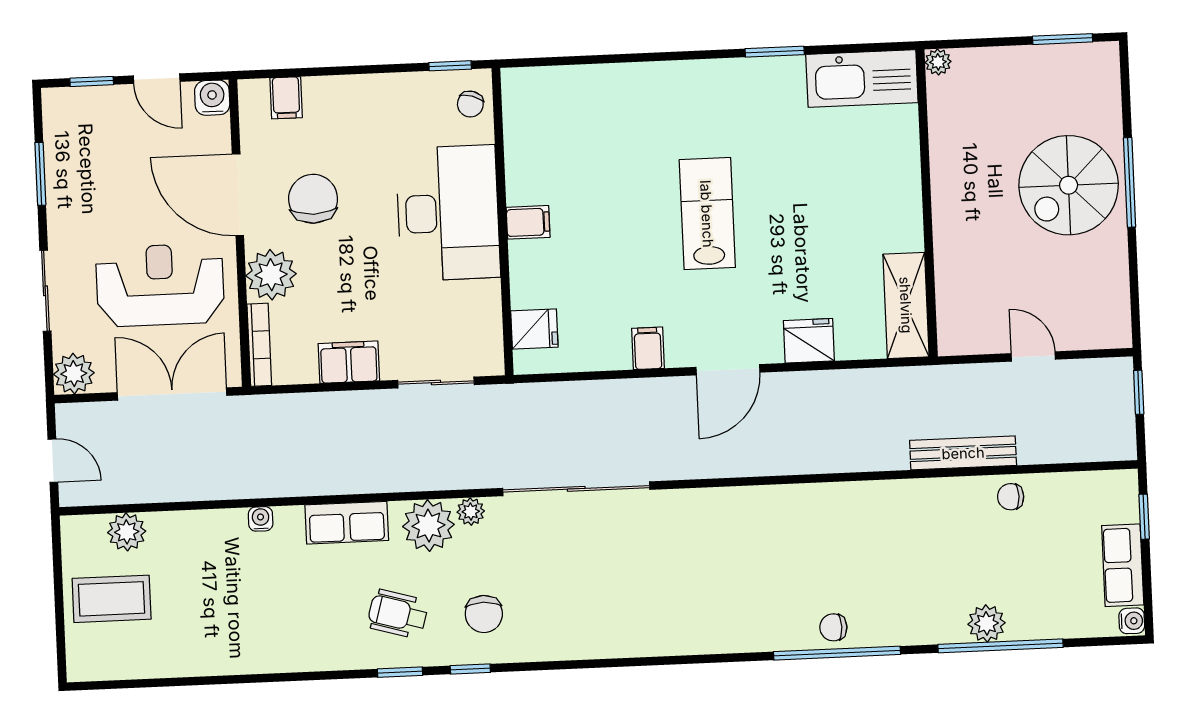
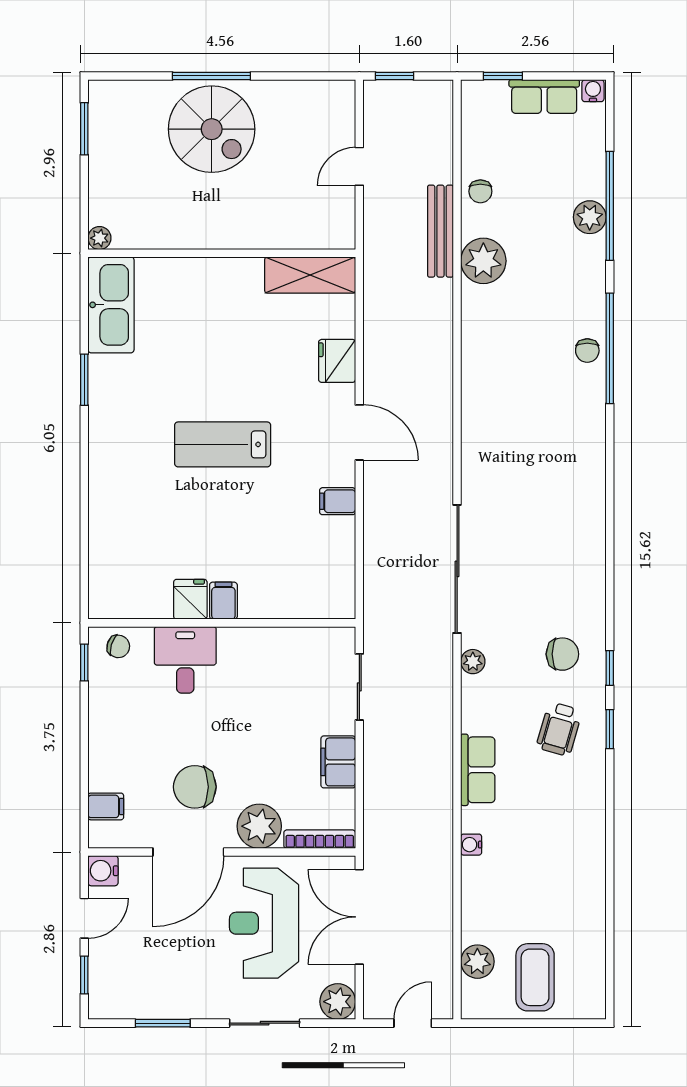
desk: (448, 213) -> (185, 660), width x0.53, depth x0.77
fridge: (534, 329) -> (190, 599), moved
plant: (428, 526) -> (483, 261), moved

